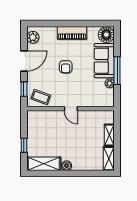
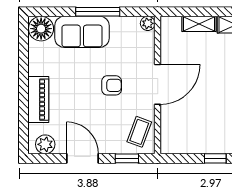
piano: (72, 33) -> (38, 100), moved
armchair: (66, 67) -> (112, 85), moved
plant: (110, 83) -> (148, 23), moved
door: (71, 109) -> (158, 84), width x1.87

